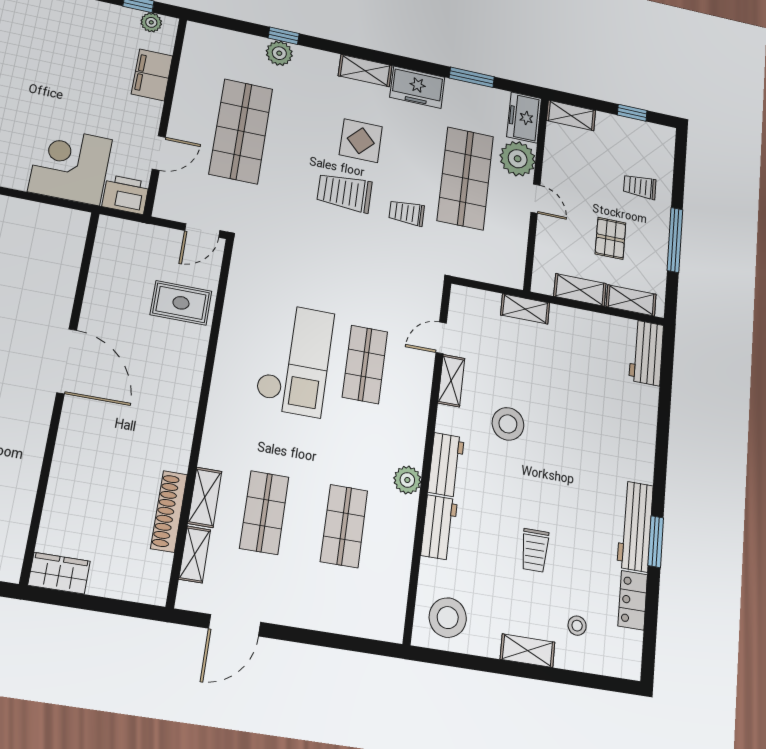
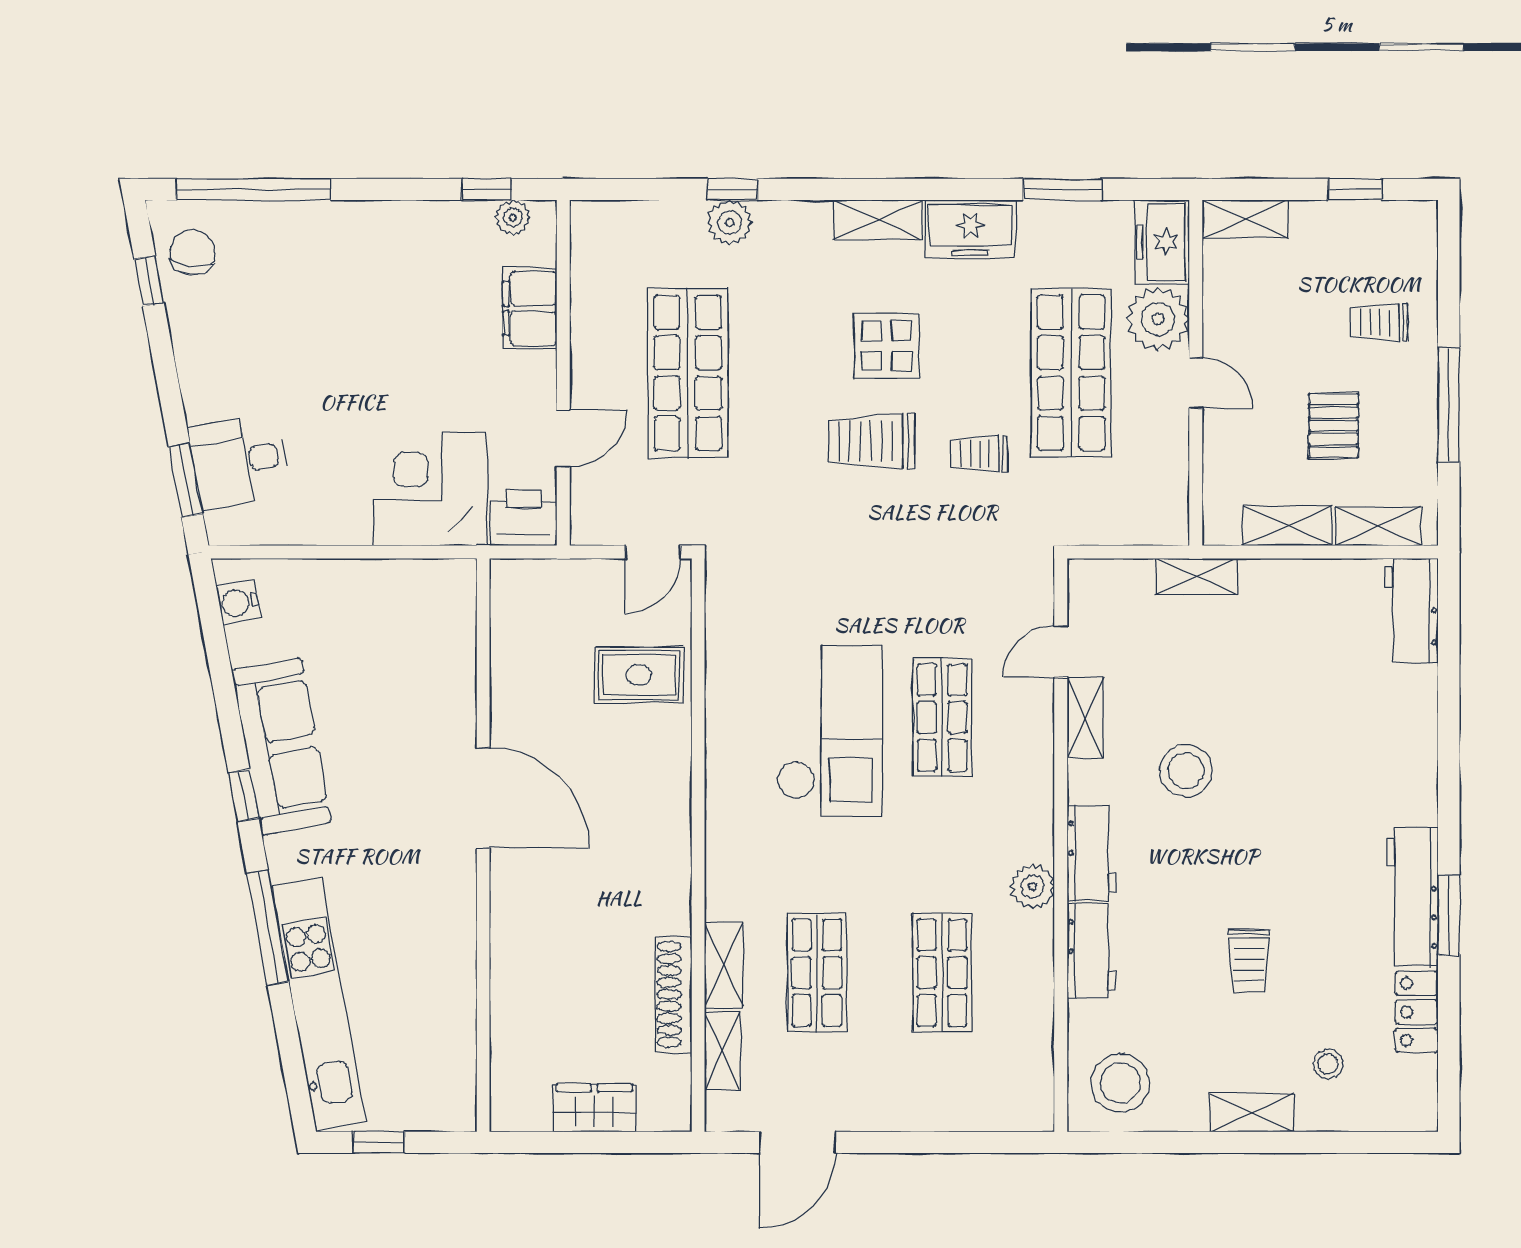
wardrobe: (59, 573) -> (594, 1108), moved

